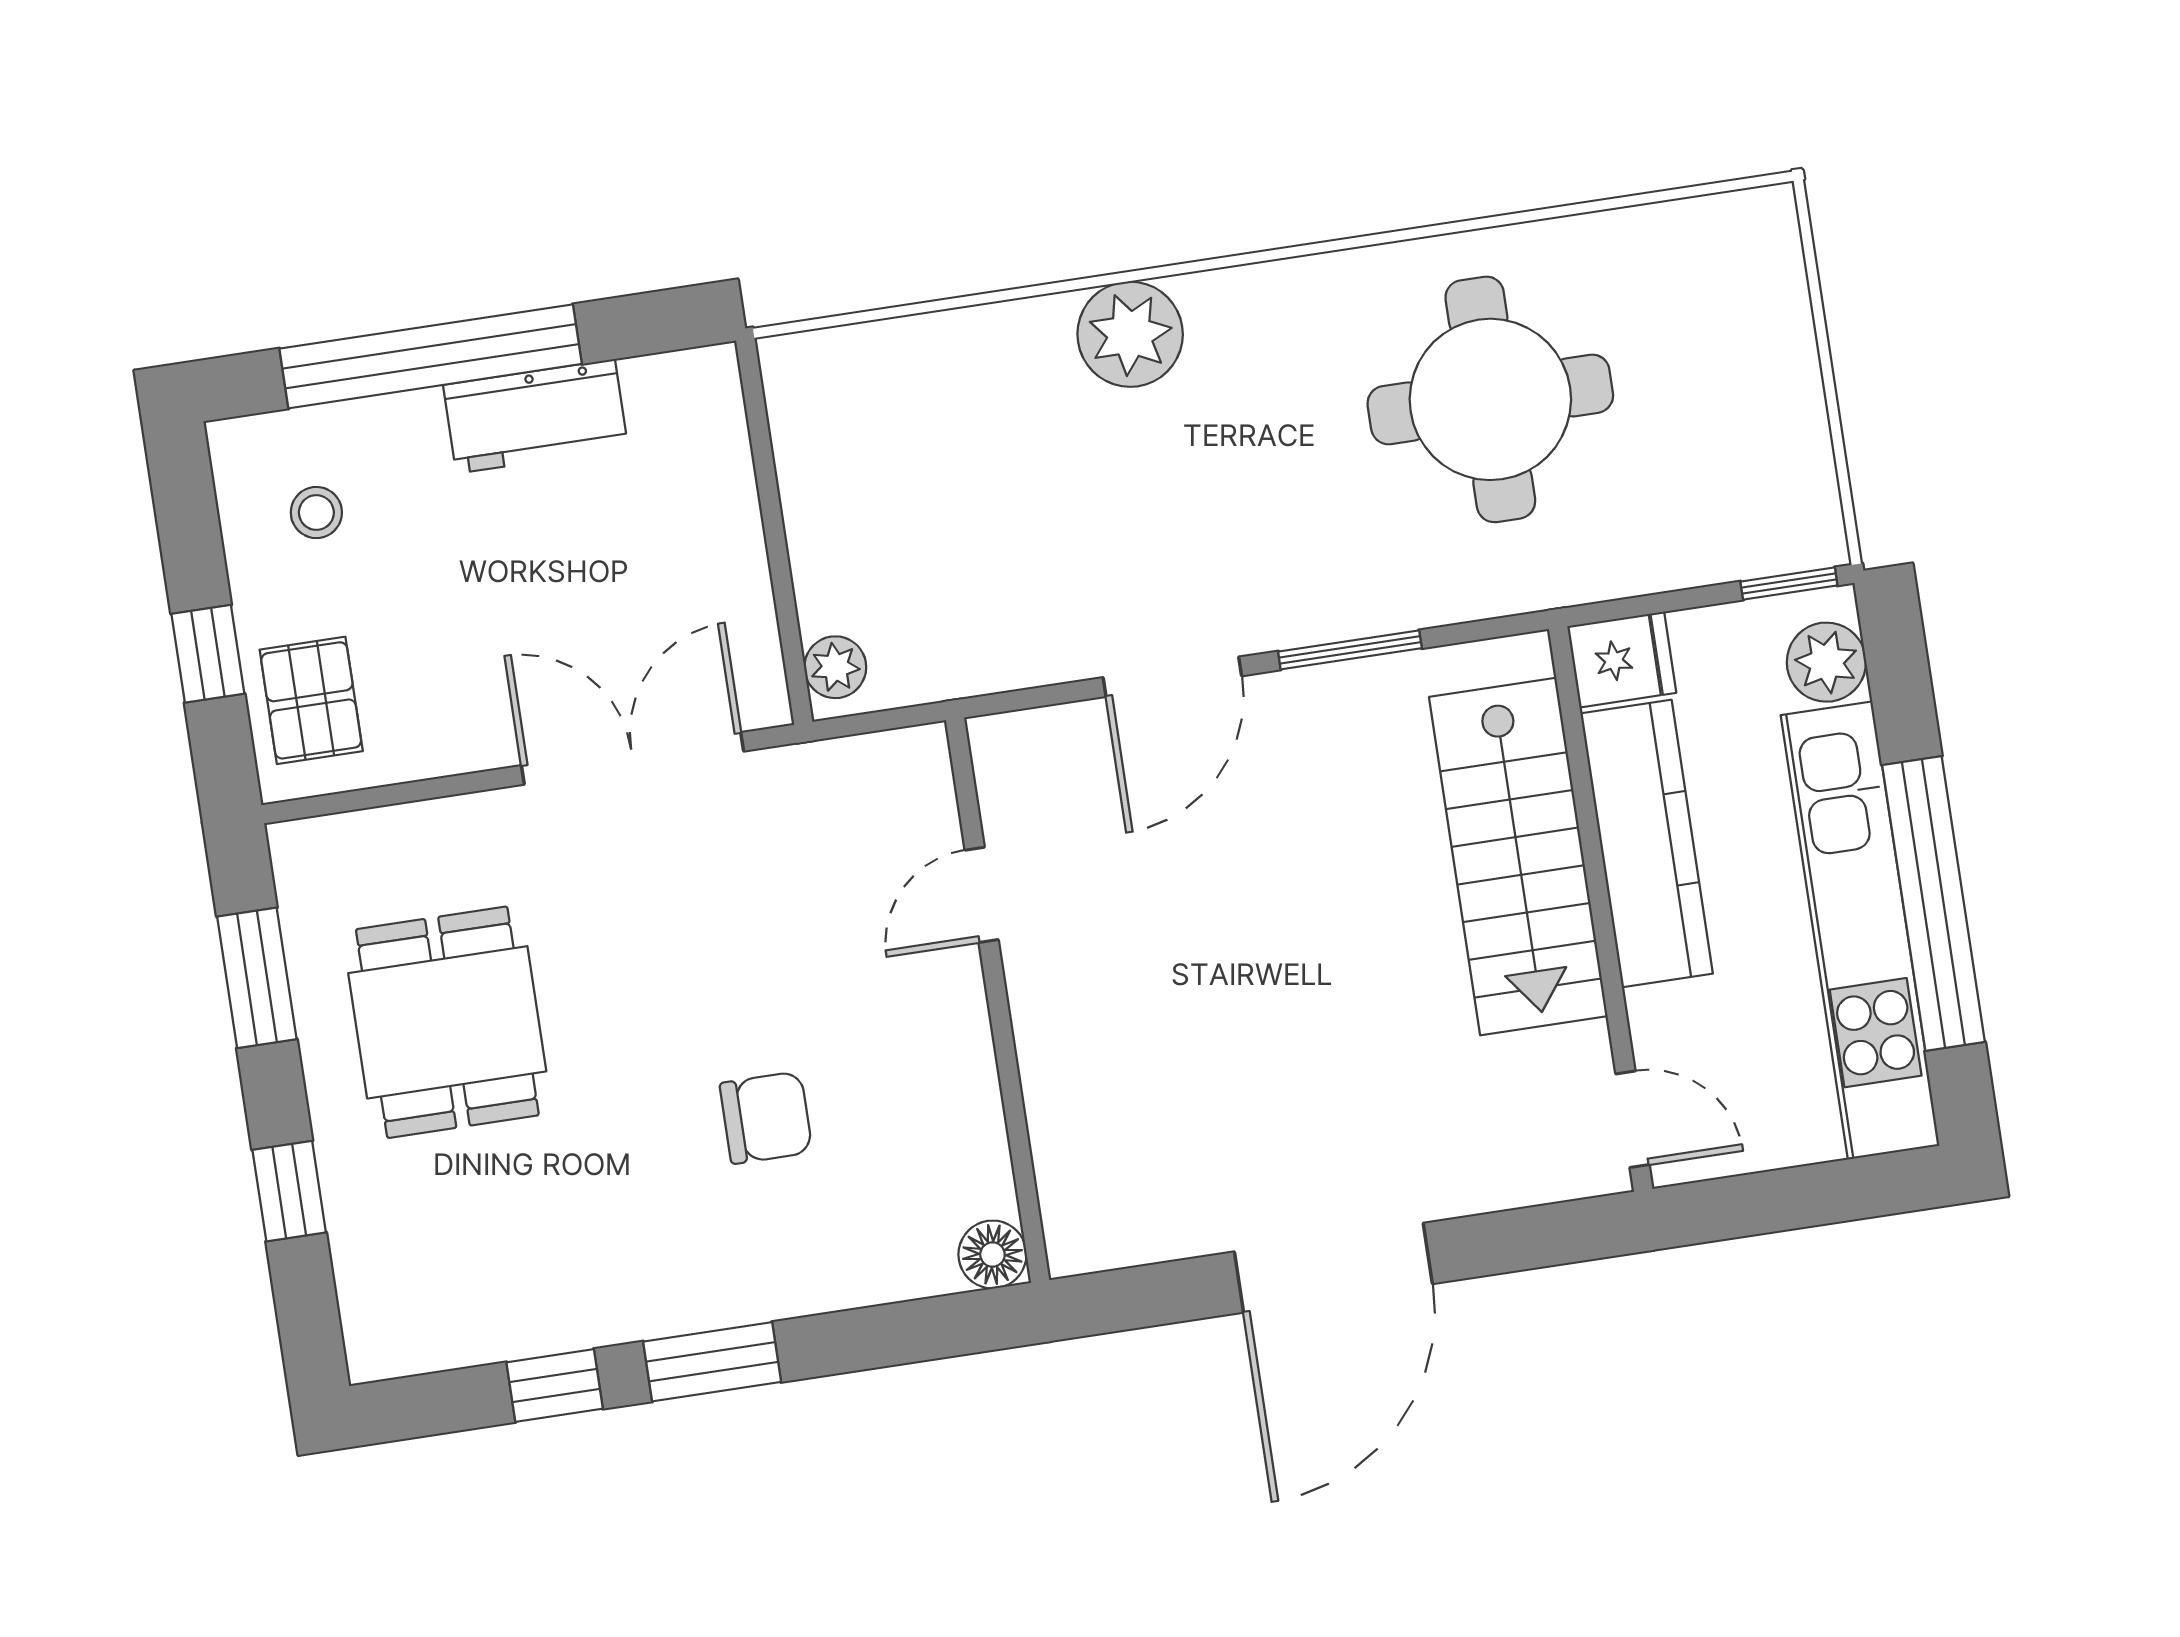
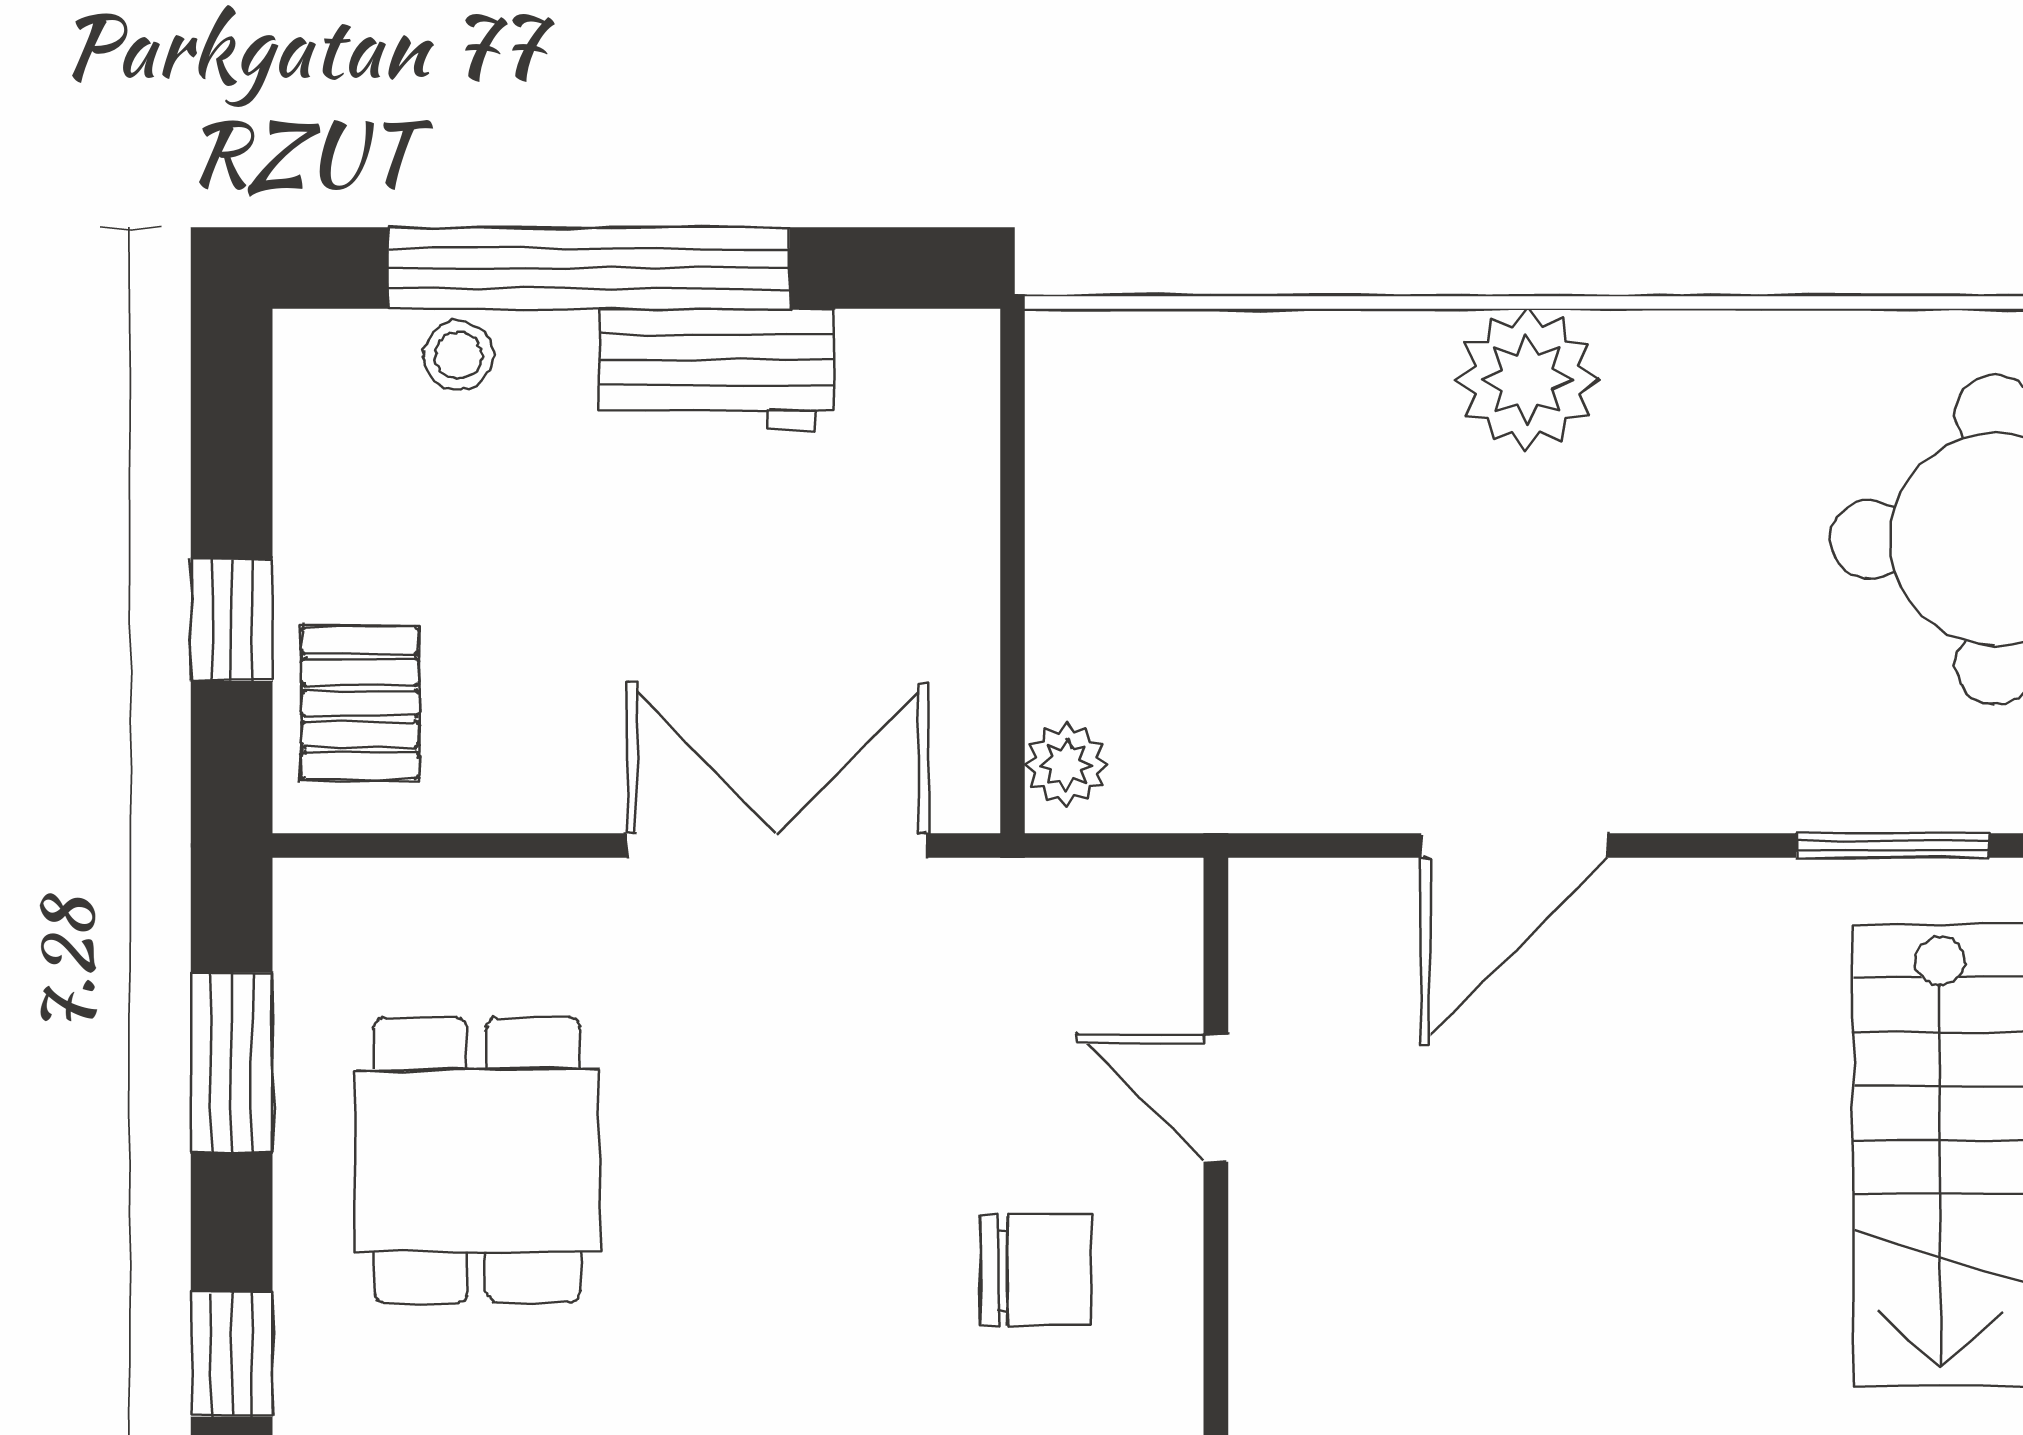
stool: (316, 513) -> (459, 355), moved
window: (1350, 650) -> (1892, 845), moved
door: (982, 895) -> (1216, 1098), hinge flipped
chair: (766, 1118) -> (1036, 1270), moved

